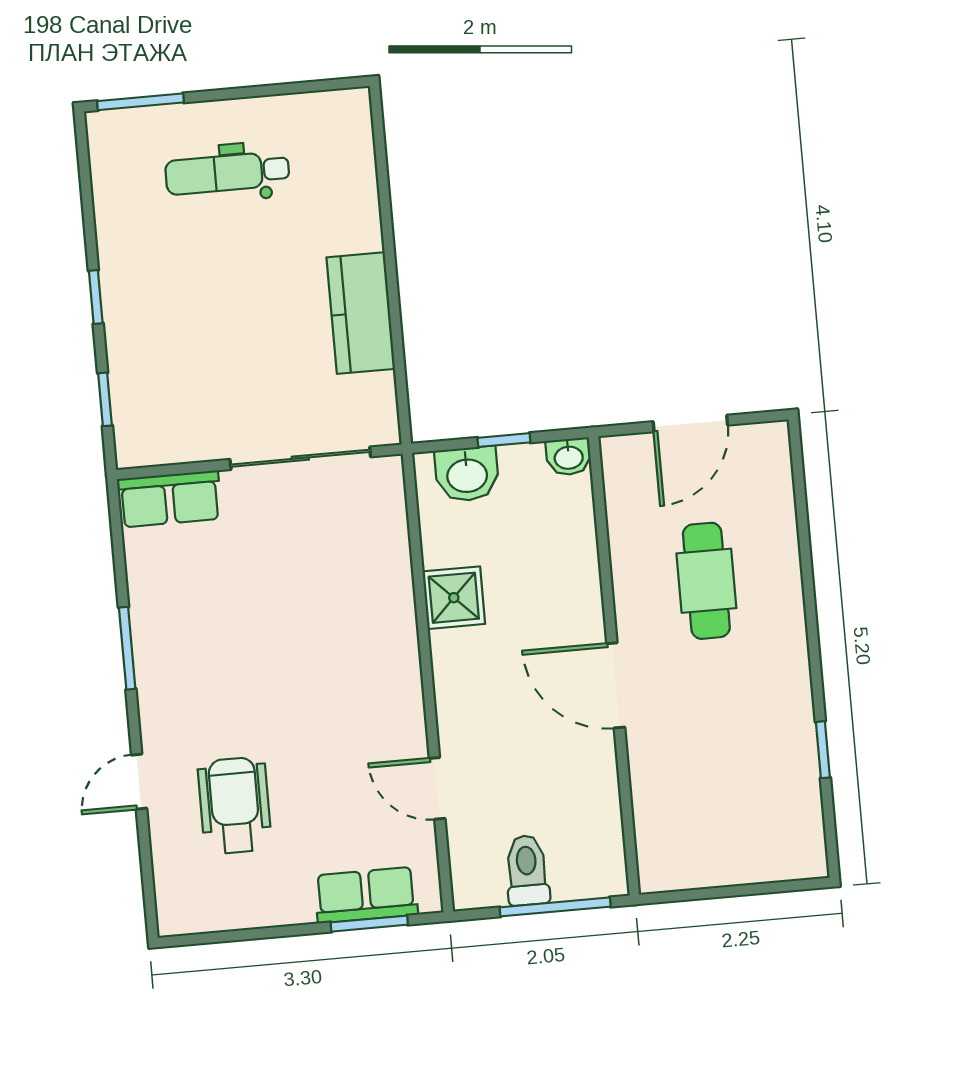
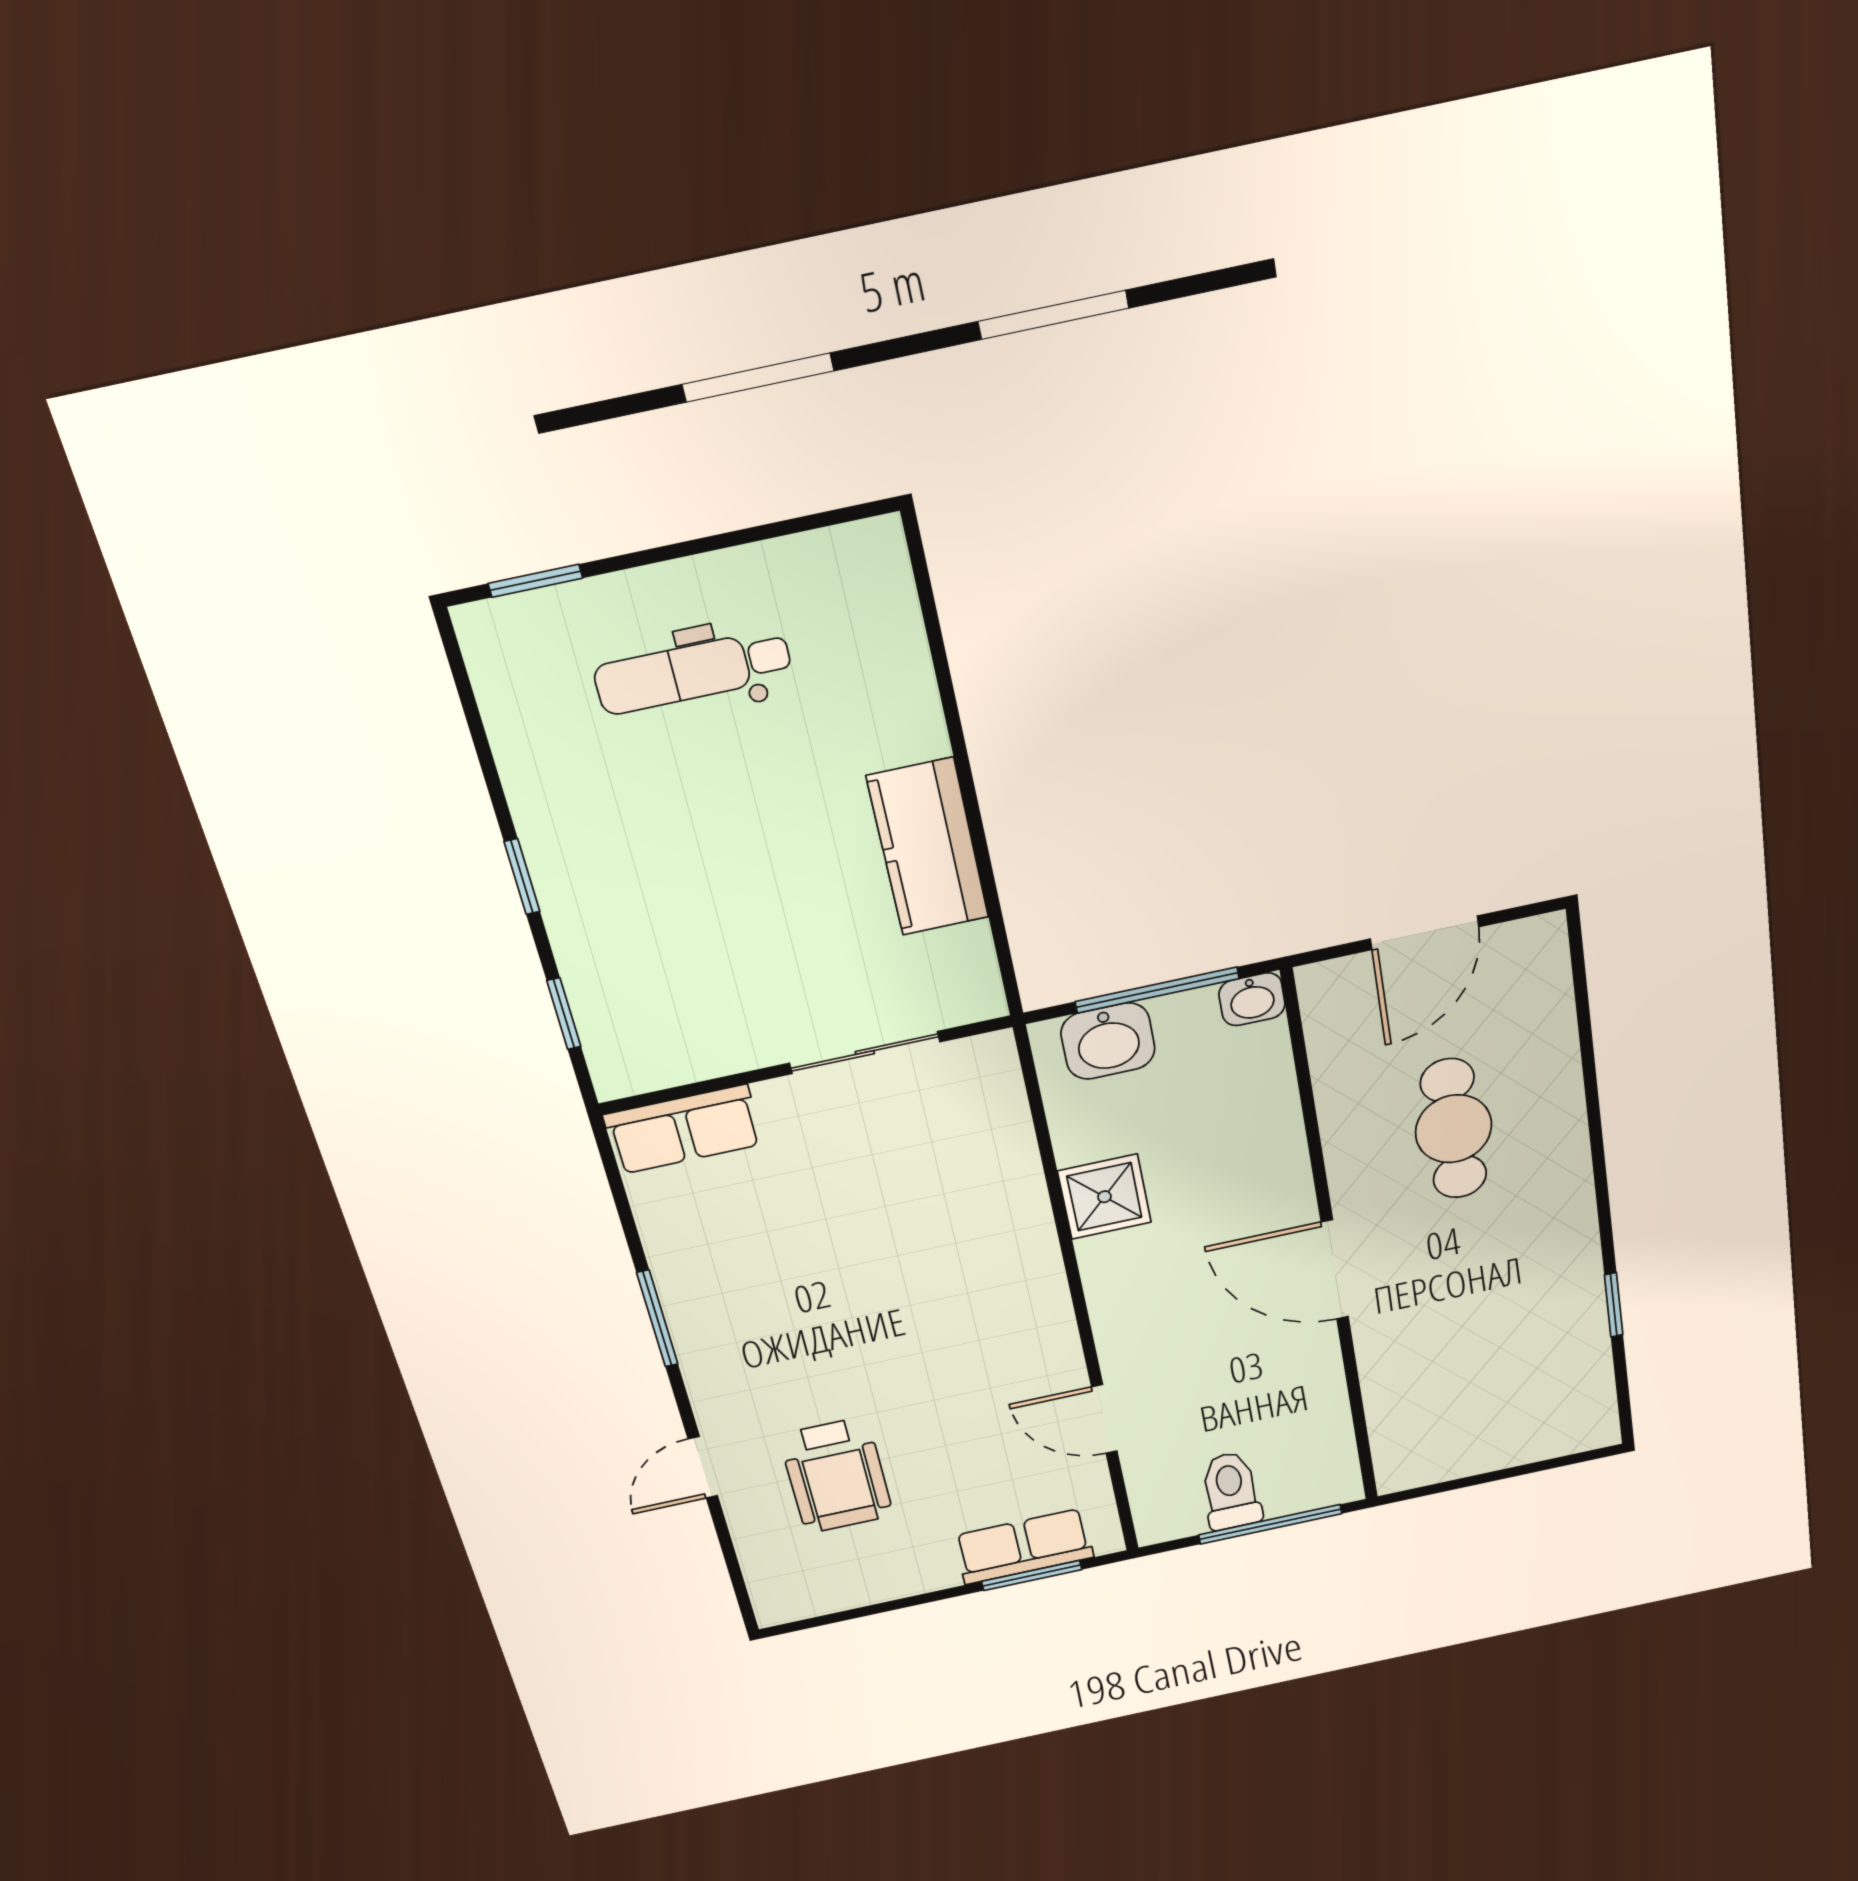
window: (141, 102) -> (535, 581), width x0.67
window: (504, 440) -> (1157, 990), width x2.17
sliding door: (300, 458) -> (865, 1053), width x0.73
wheelchair: (235, 805) -> (836, 1475), turned 180

